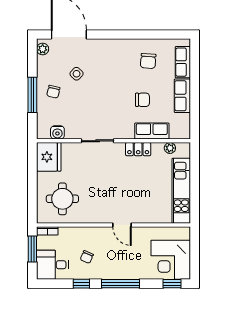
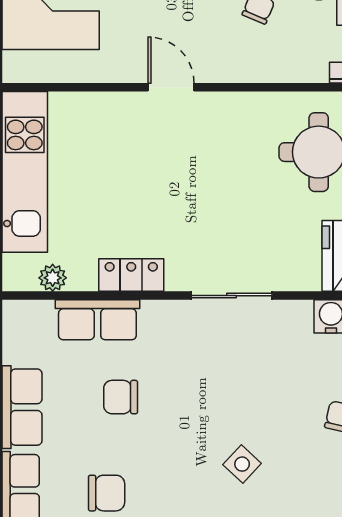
chair: (148, 61) -> (107, 493), turned 86
side table: (77, 74) -> (242, 464), moved

